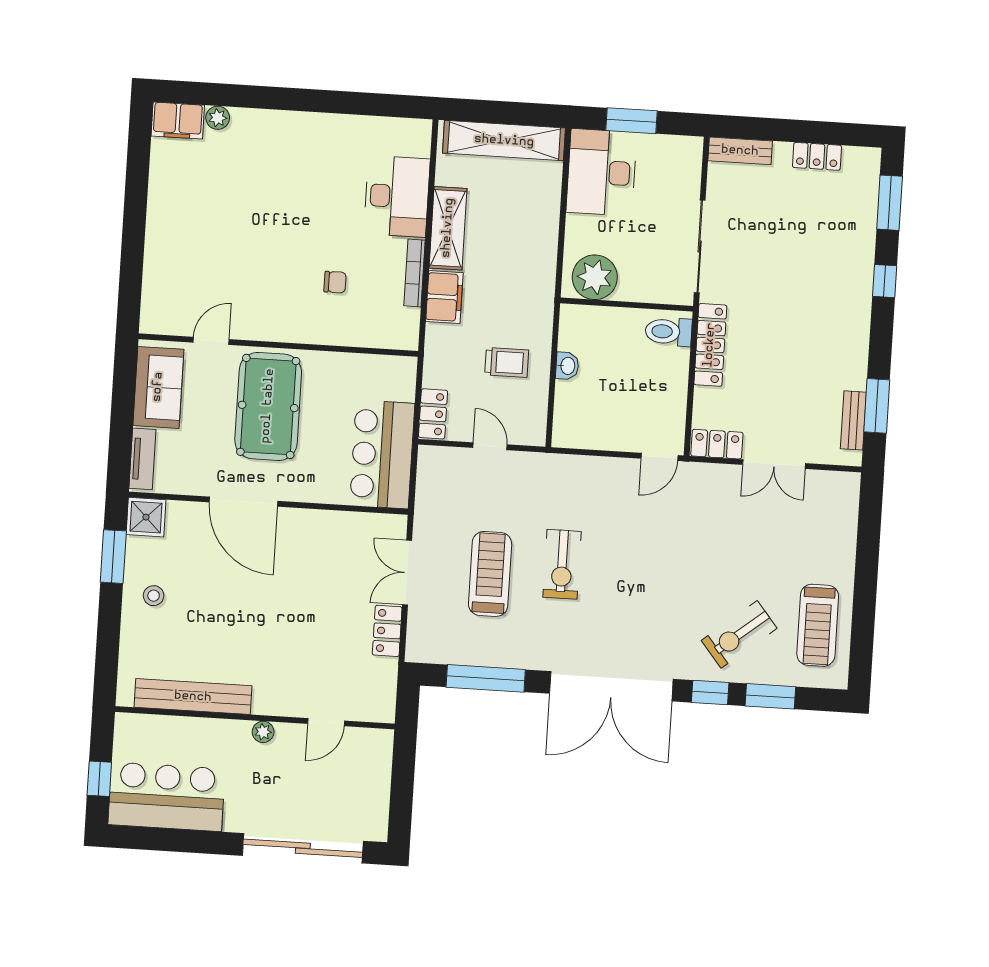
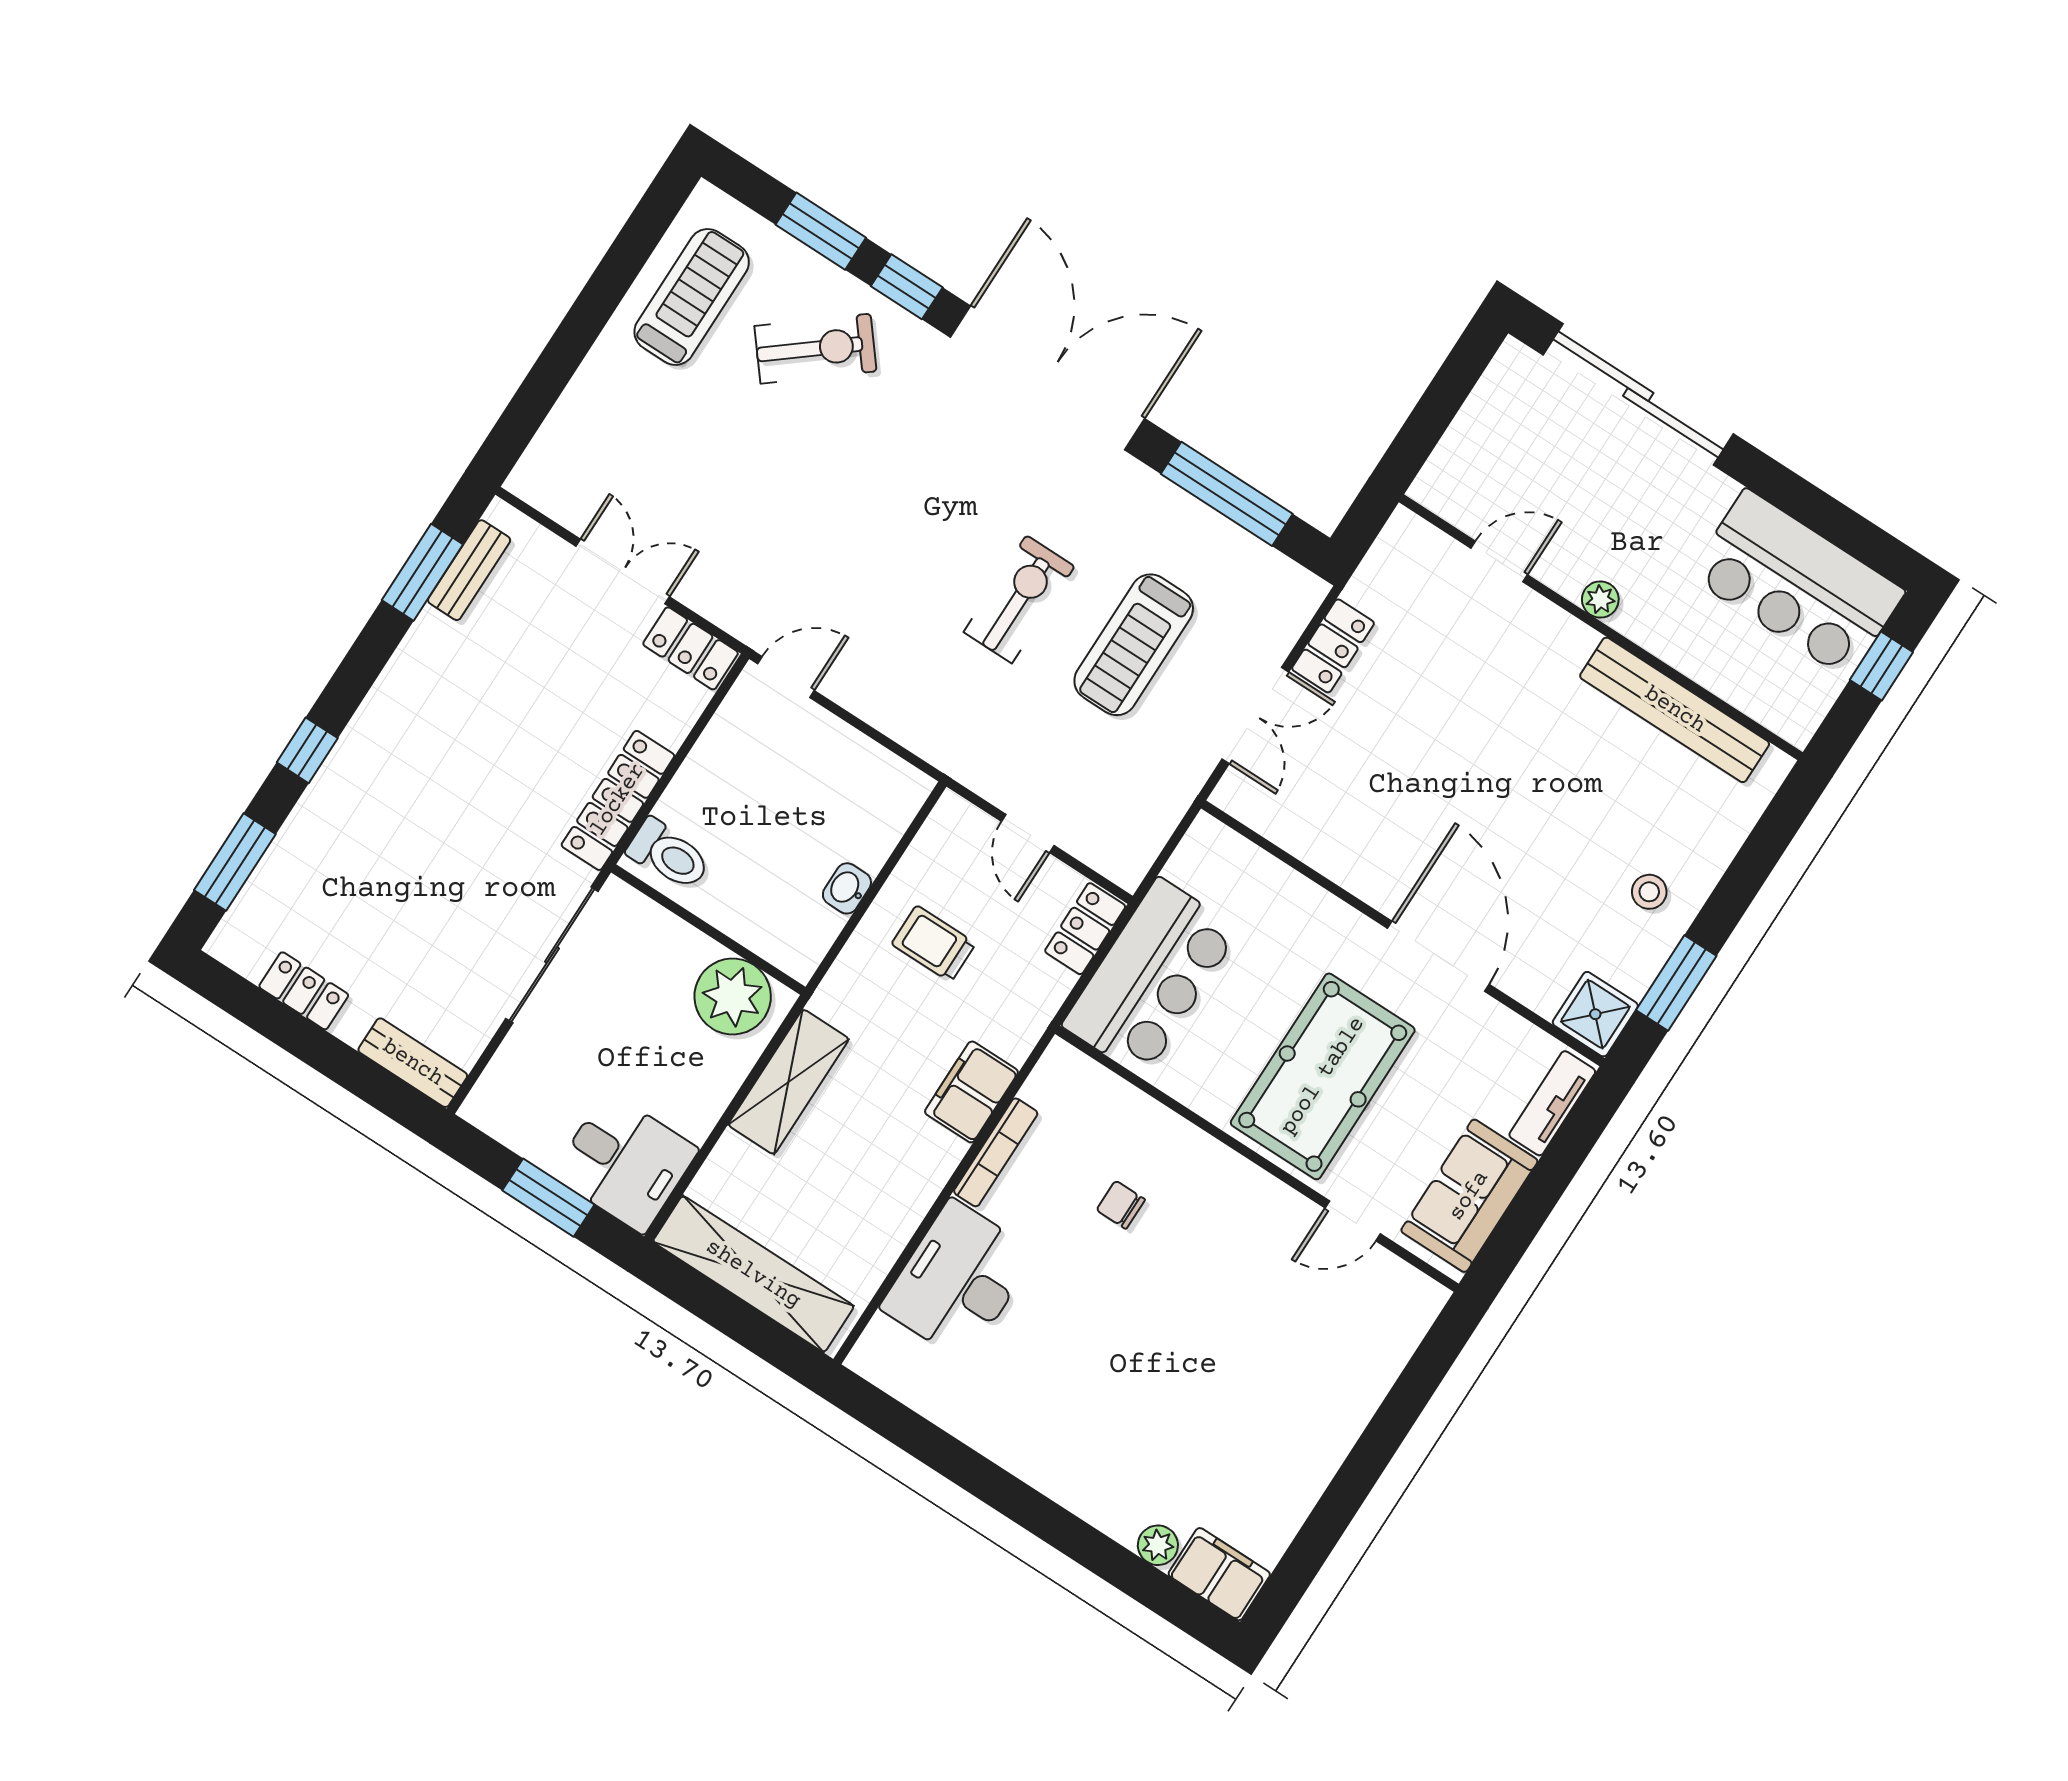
desk: (602, 172) -> (625, 1162), width x0.73
shelving: (448, 228) -> (789, 1082), moved
bar counter: (382, 454) -> (1151, 978), moved

